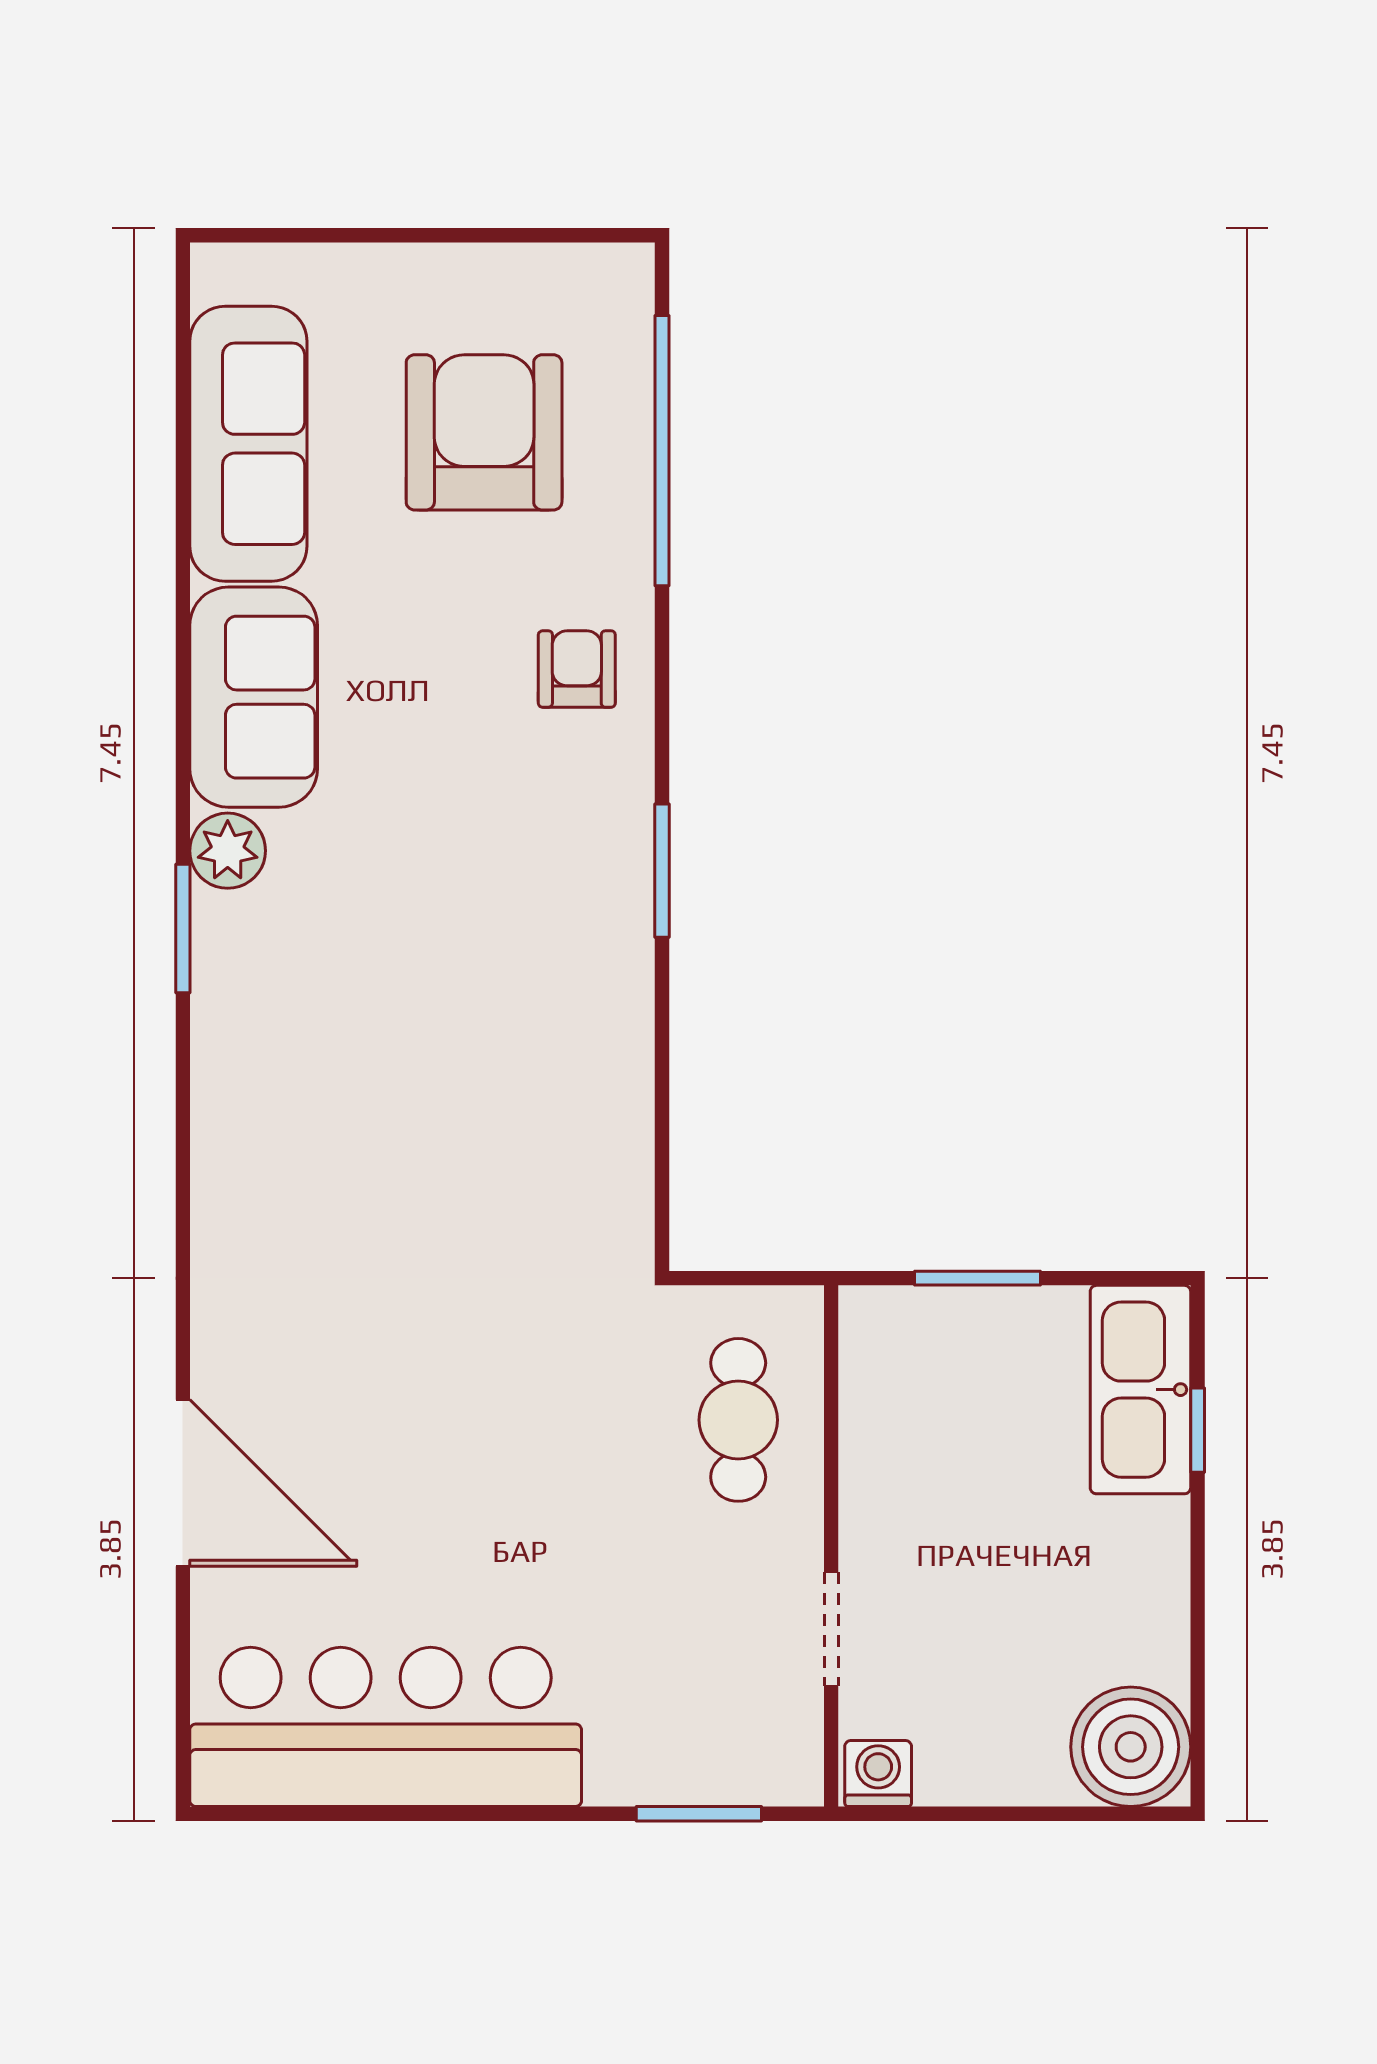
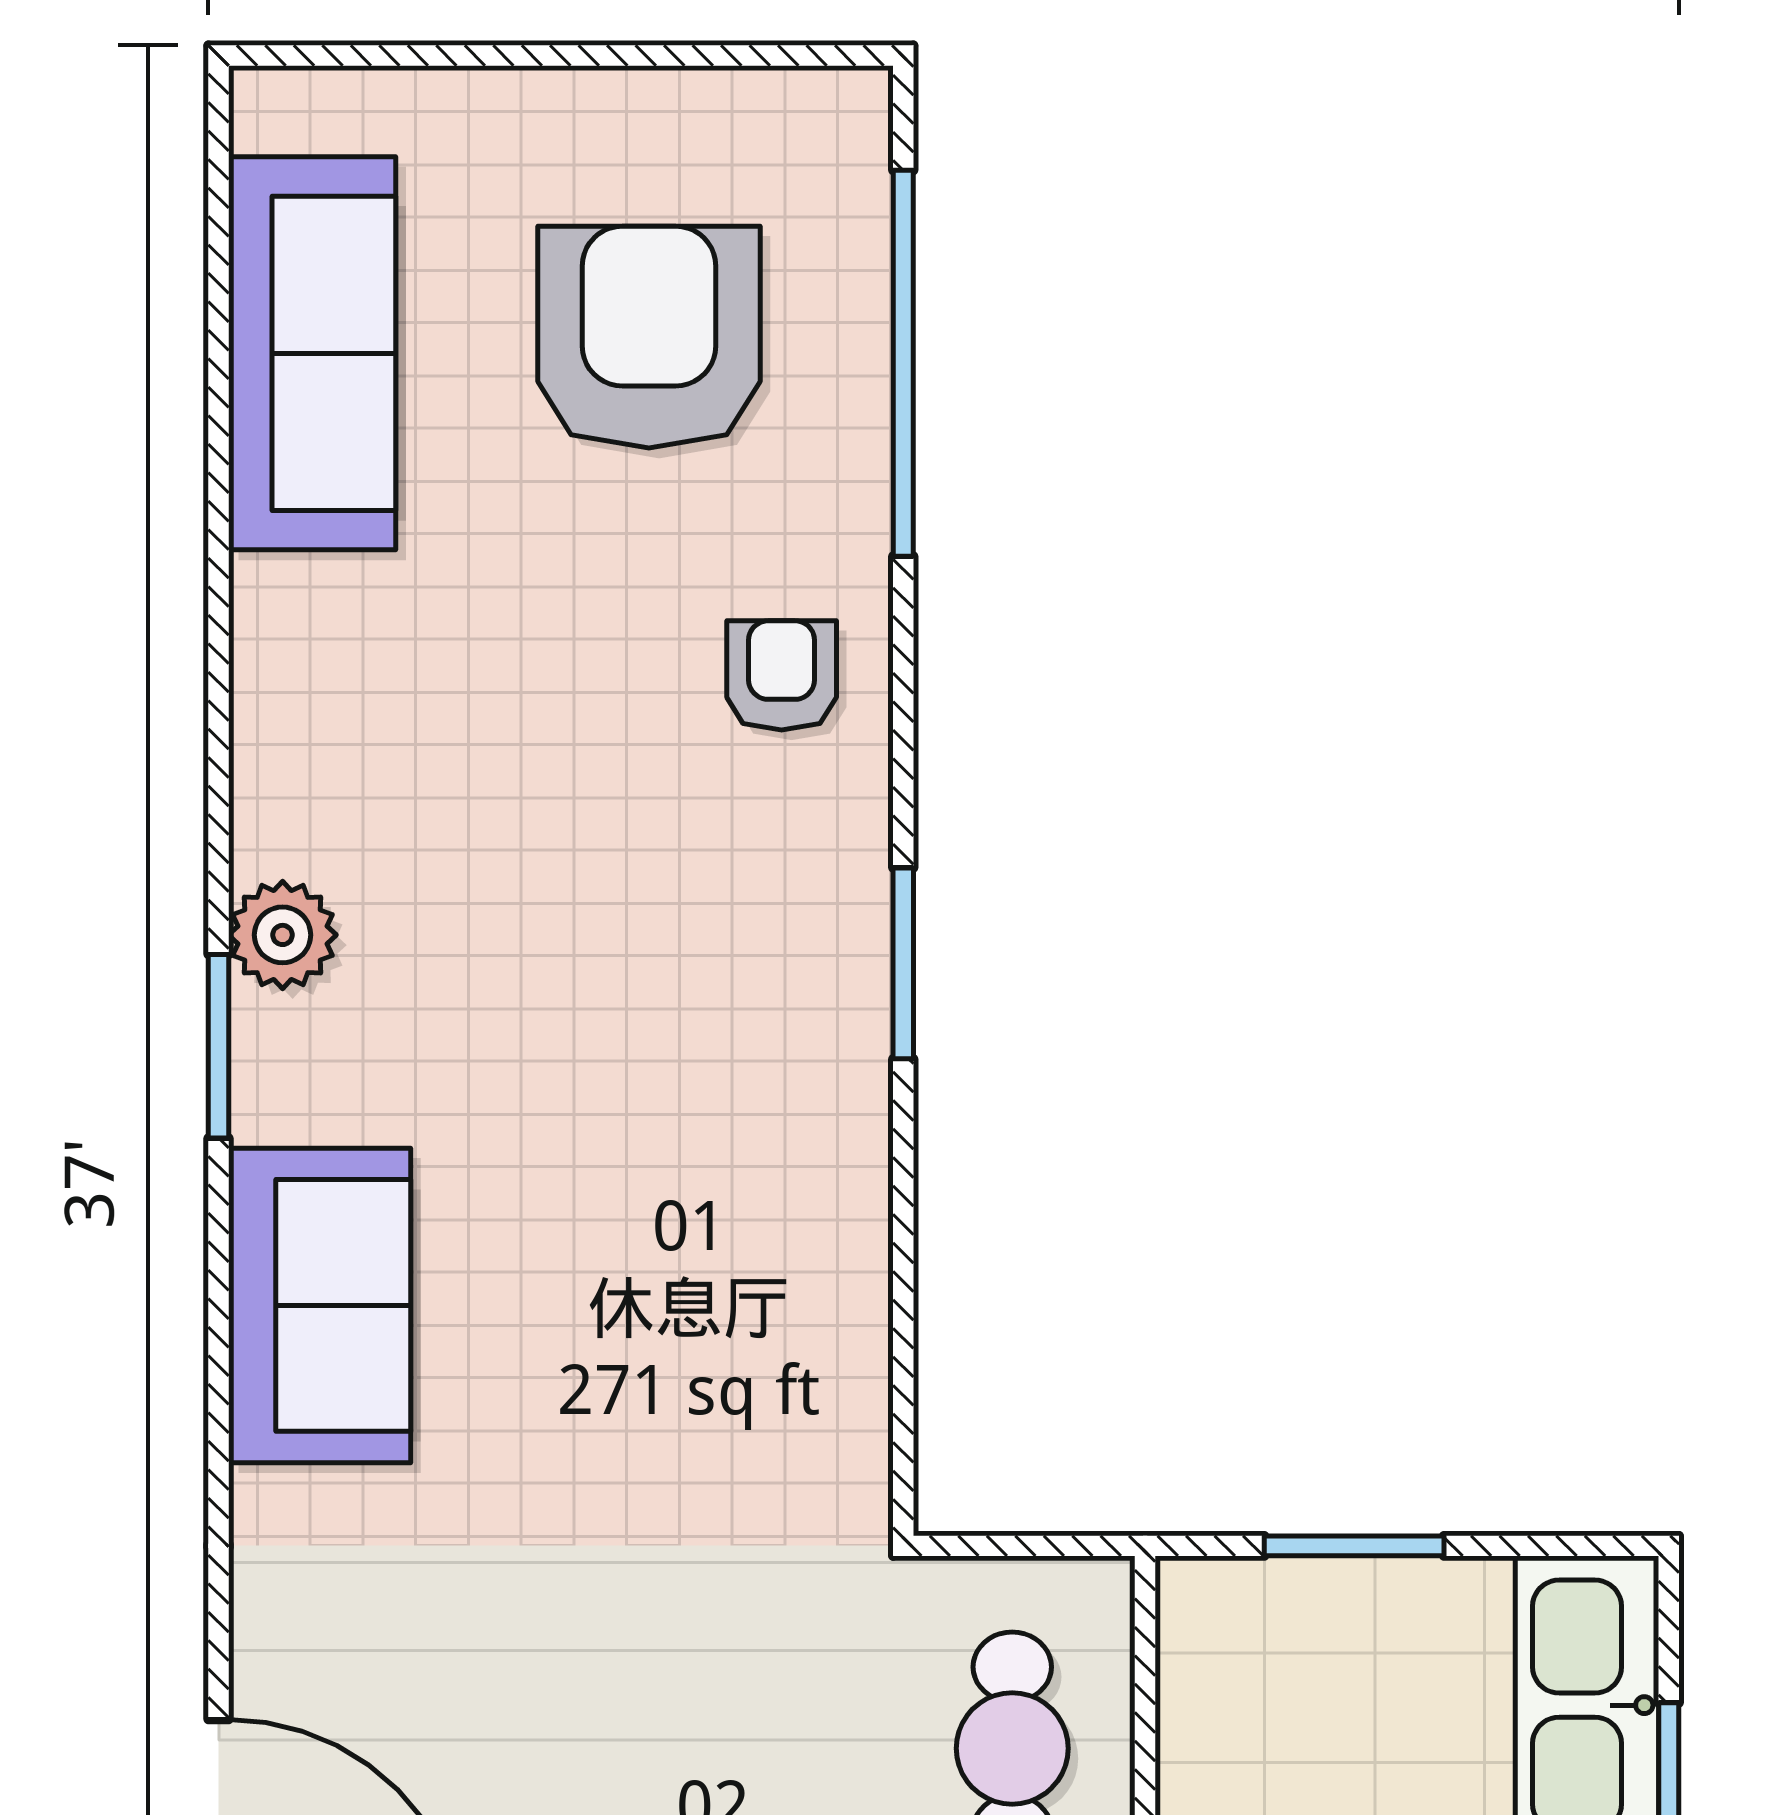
sofa: (254, 697) -> (320, 1305), moved

